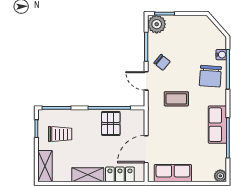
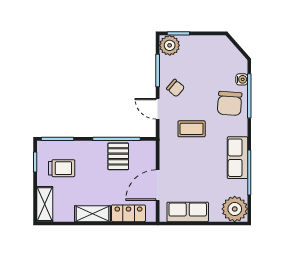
plant: (220, 176) -> (235, 209), width x1.87, depth x1.87

